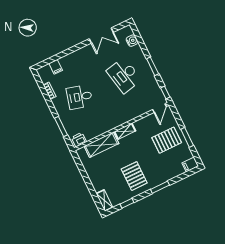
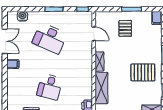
filing cabinet: (56, 67) -> (13, 64), moved
desk: (124, 75) -> (50, 38), turned 36
door: (160, 108) -> (94, 34), moved
pallet: (167, 140) -> (125, 28), width x0.67, depth x0.71

